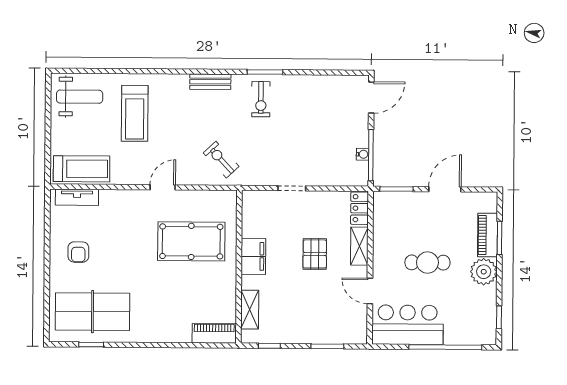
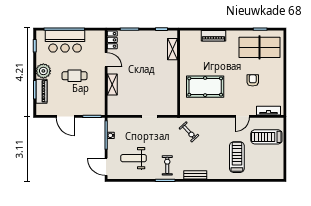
weight bench: (80, 97) -> (134, 158), moved
door: (371, 98) -> (106, 167), hinge flipped
treadmill: (82, 169) -> (266, 137), moved
door: (163, 187) -> (242, 116), moved
door: (445, 189) -> (65, 116), hinge flipped
locker: (359, 208) -> (112, 40), moved
armchair: (78, 252) -> (253, 80), moved
pallet: (315, 254) -> (137, 80), removed
filing cabinet: (253, 256) -> (171, 79), removed
bar counter: (407, 325) -> (65, 41), moved
piano: (214, 333) -> (213, 36), moved

